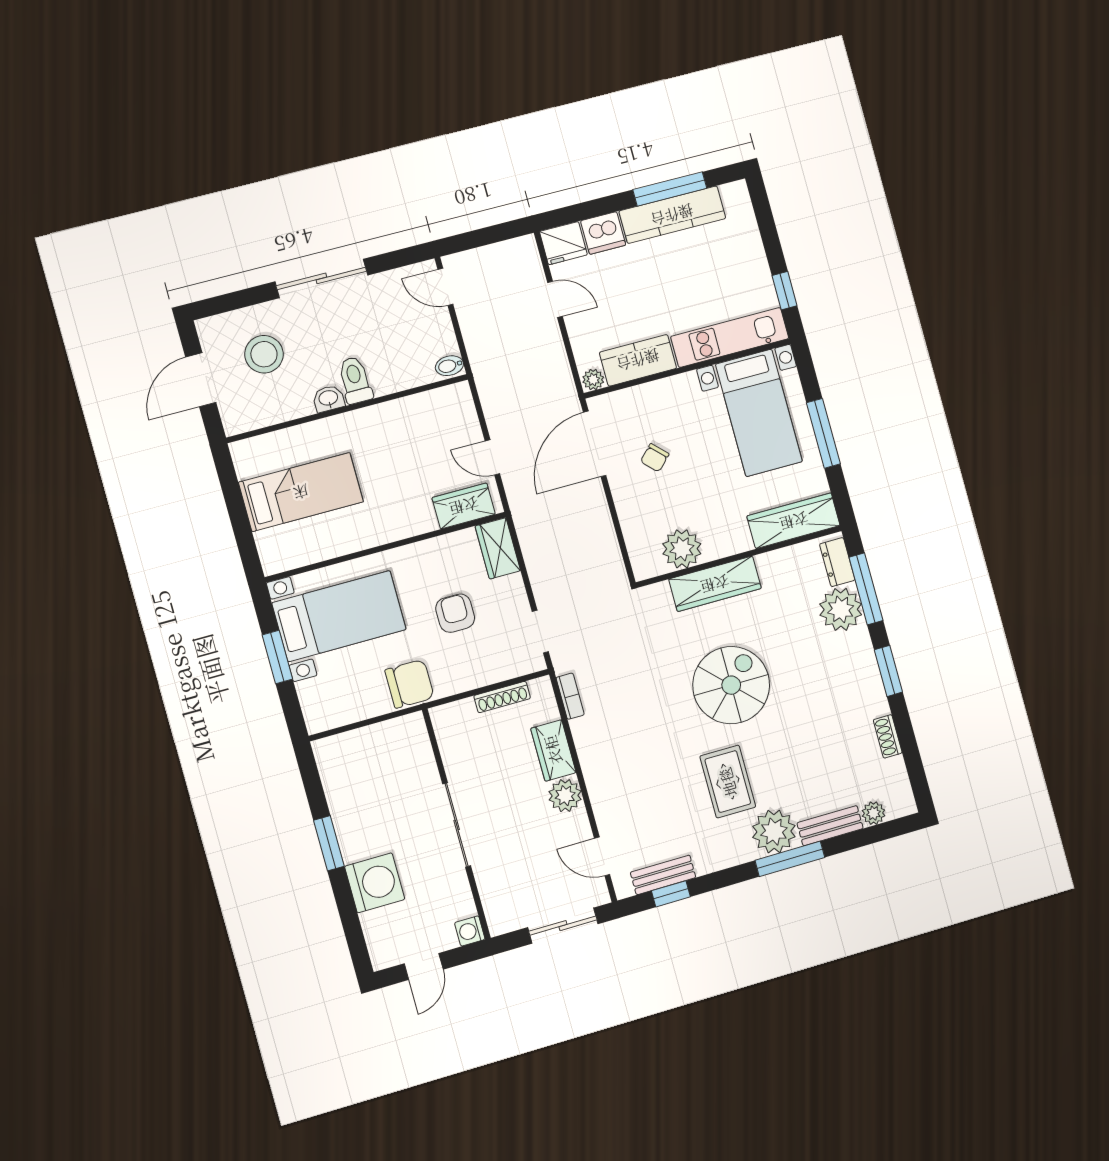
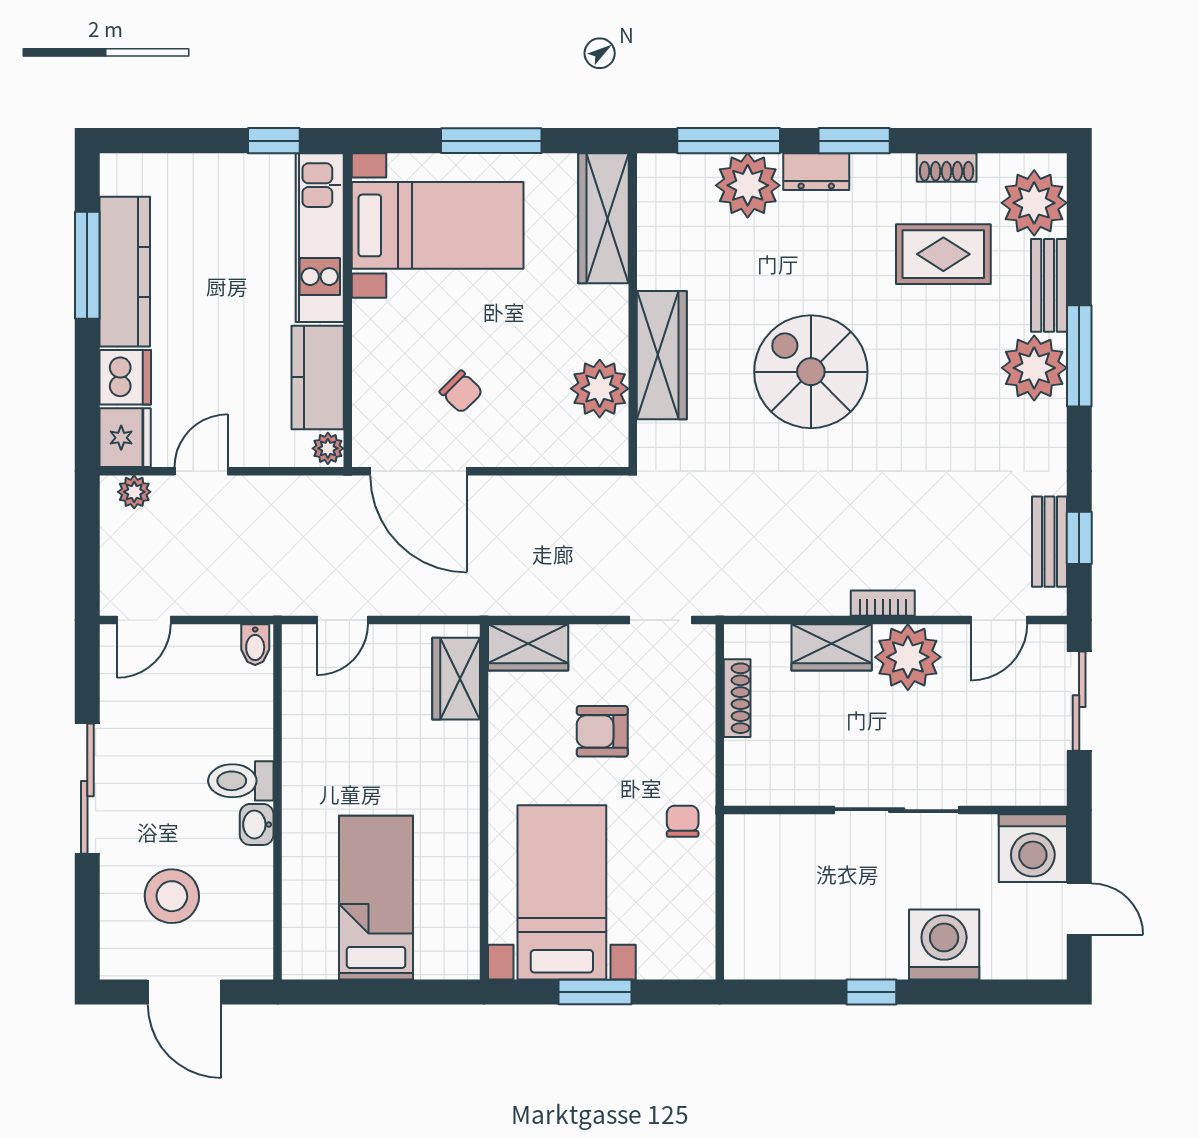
plant: (529, 258) -> (134, 492), added
door: (492, 457) -> (342, 620), moved
dresser: (837, 562) -> (816, 172), moved
chair: (410, 684) -> (683, 821), width x0.54, depth x0.54
bookcase: (570, 696) -> (883, 603), moved
rug: (728, 782) -> (943, 254), moved
plant: (565, 796) -> (908, 657), width x1.36, depth x1.36
plant: (874, 813) -> (1034, 203), width x1.87, depth x1.87
window: (329, 843) -> (871, 992), width x0.67
washing machine: (470, 931) -> (1033, 848), width x1.89, depth x1.89

